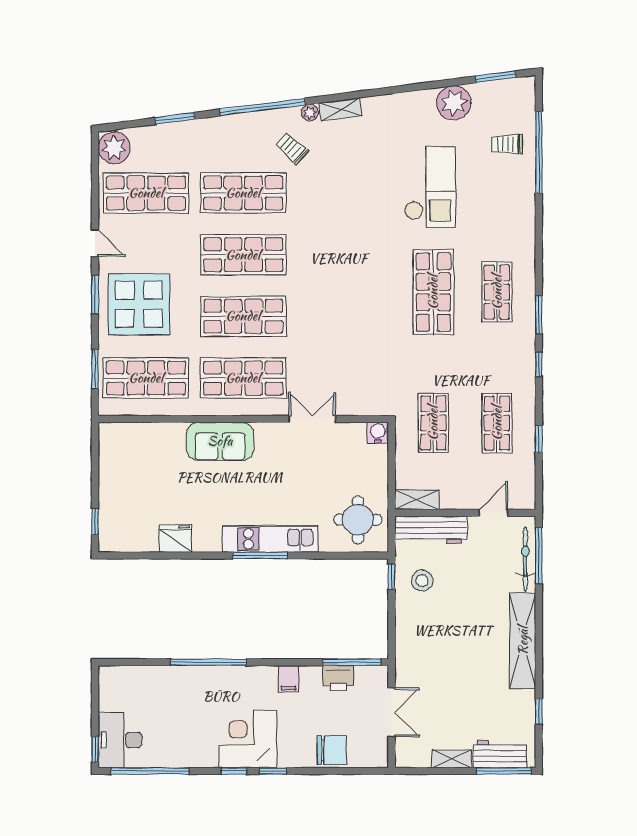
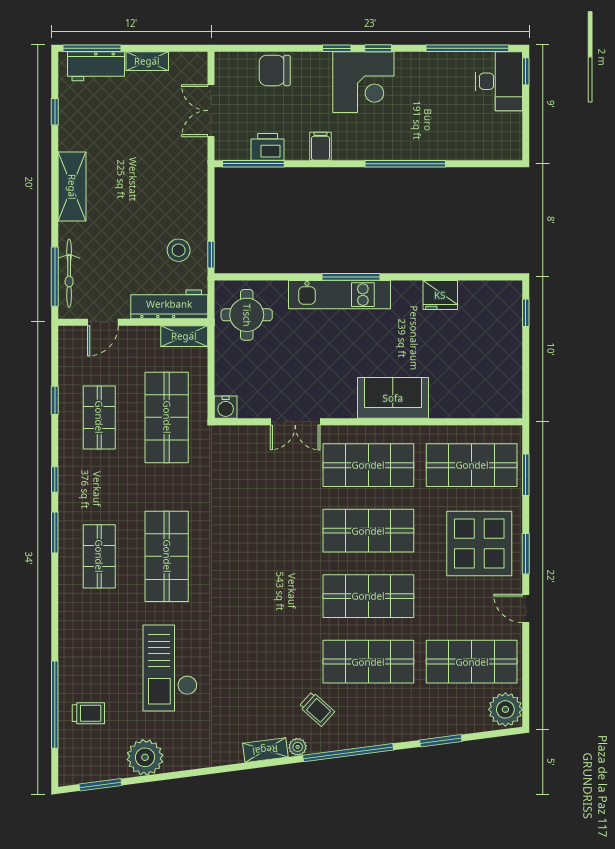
shop shelf: (433, 423) -> (167, 417), width x1.43, depth x1.36
shelving: (523, 641) -> (72, 187), width x0.68

